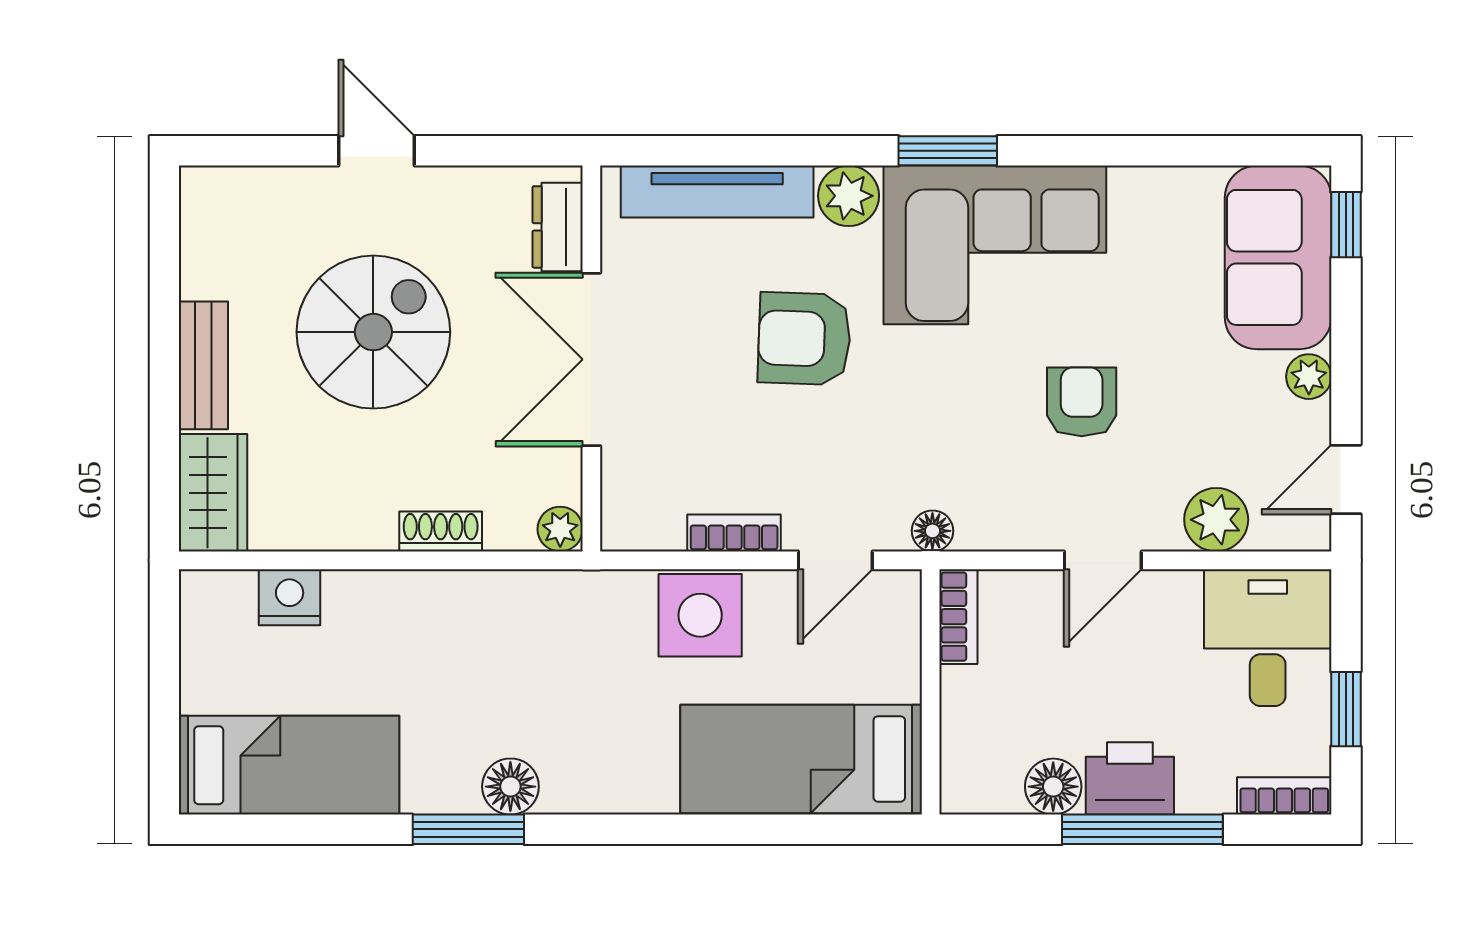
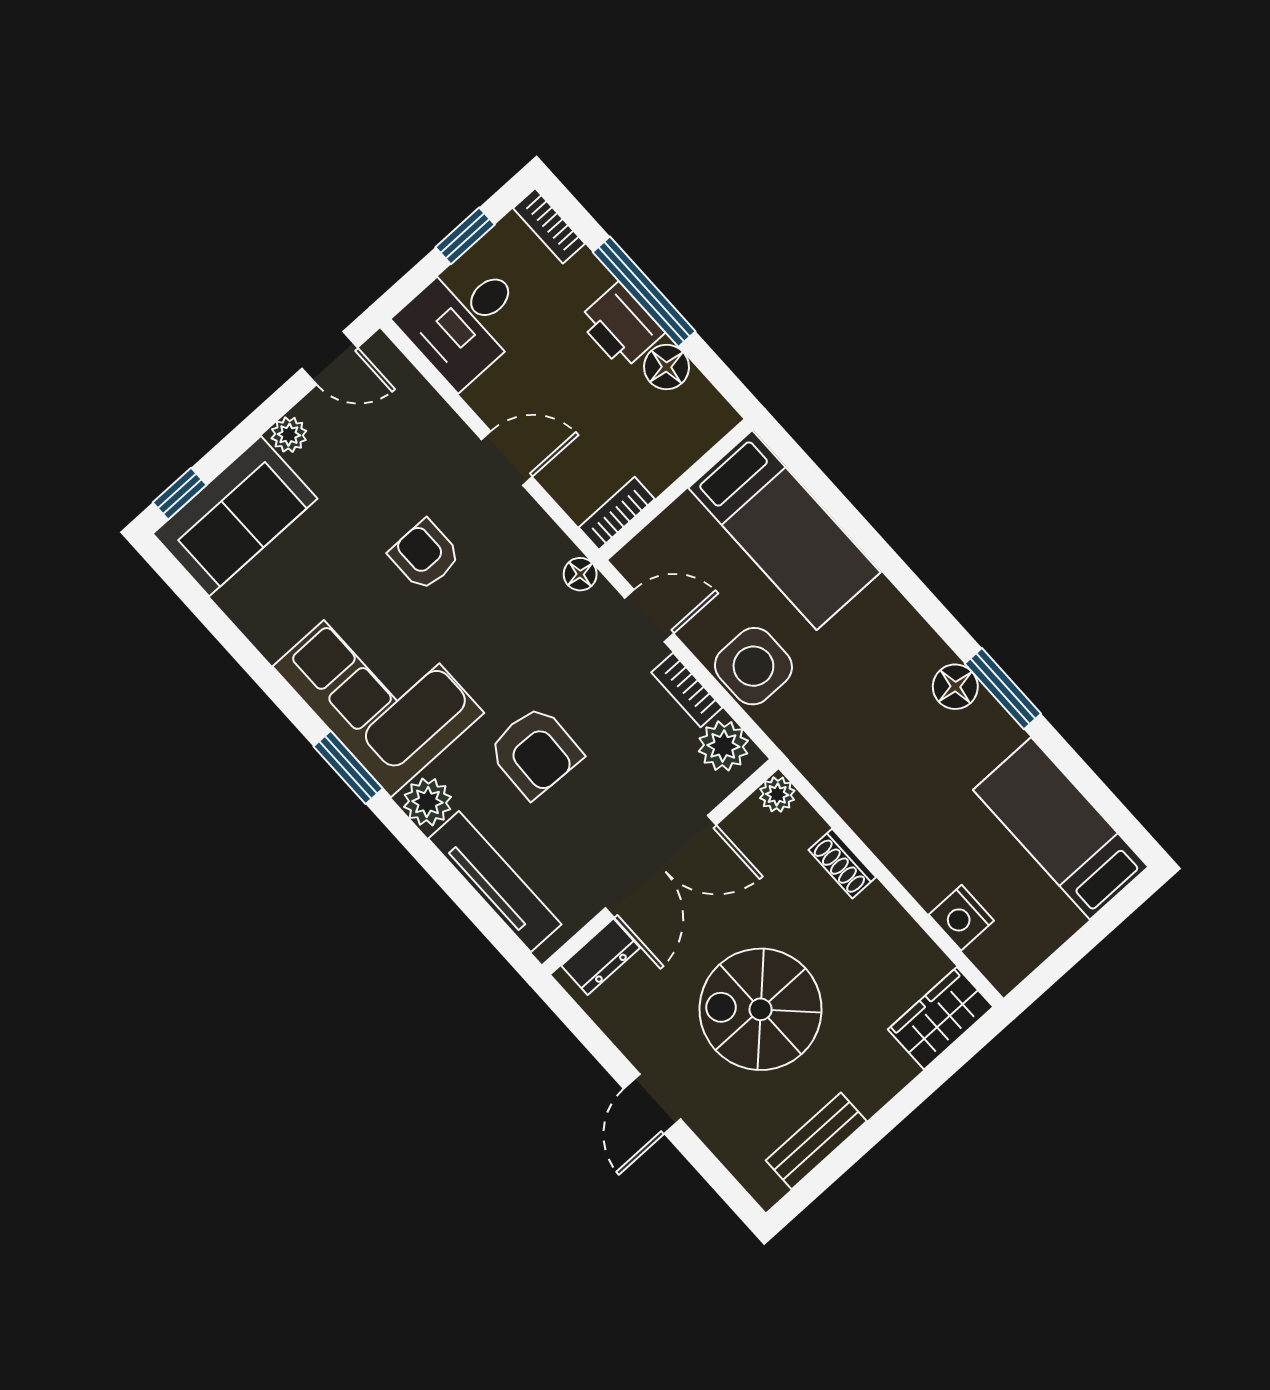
bench: (203, 365) -> (816, 1141), moved
armchair: (1082, 402) -> (425, 555), turned 90
plant: (1216, 520) -> (723, 746), moved

